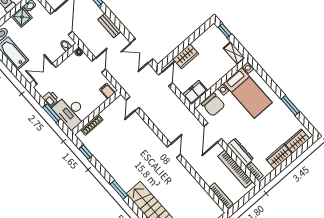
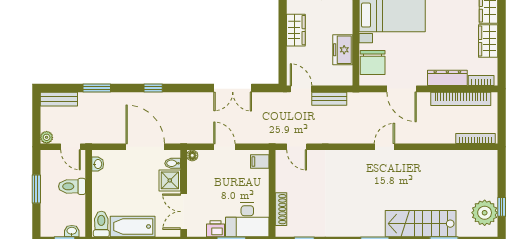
shower: (22, 17) -> (170, 180), moved
bench: (109, 25) -> (329, 99), moved
double door: (142, 51) -> (233, 88), moved
wardrobe: (186, 56) -> (296, 30), moved
freezer: (195, 93) -> (343, 50), moved
chair: (213, 105) -> (373, 62), turned 90
door: (174, 151) -> (384, 147), hinge flipped

